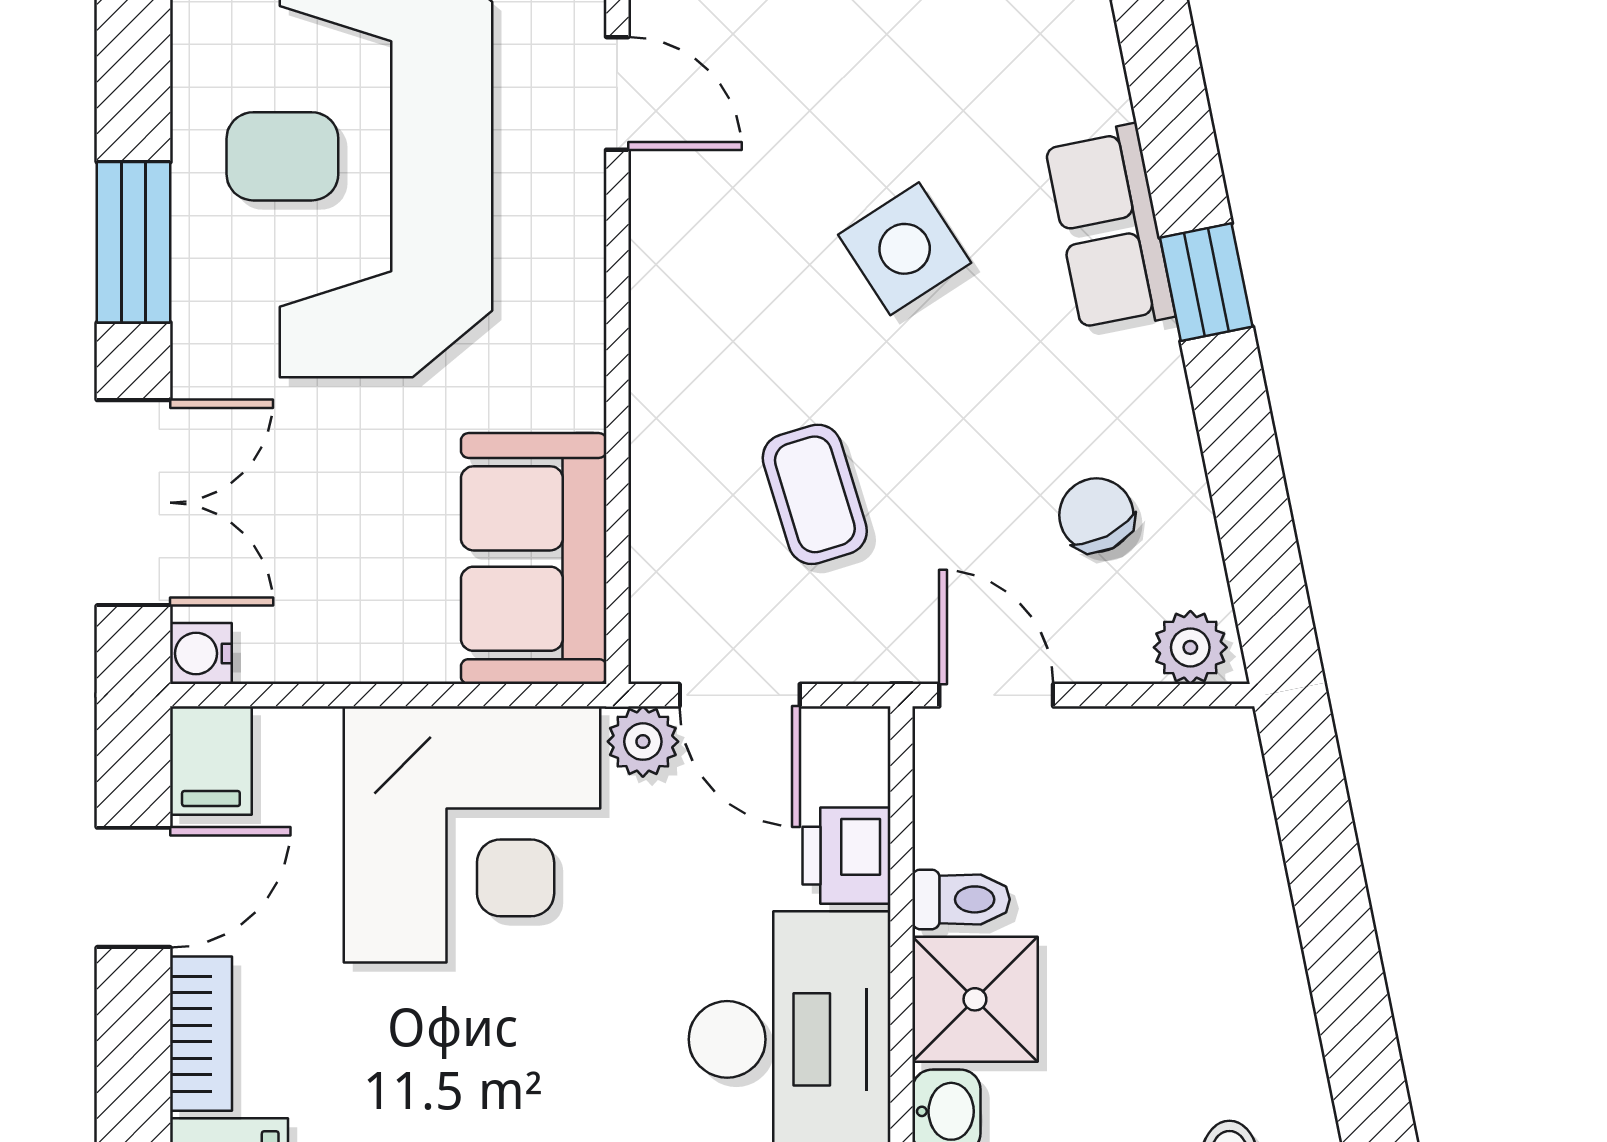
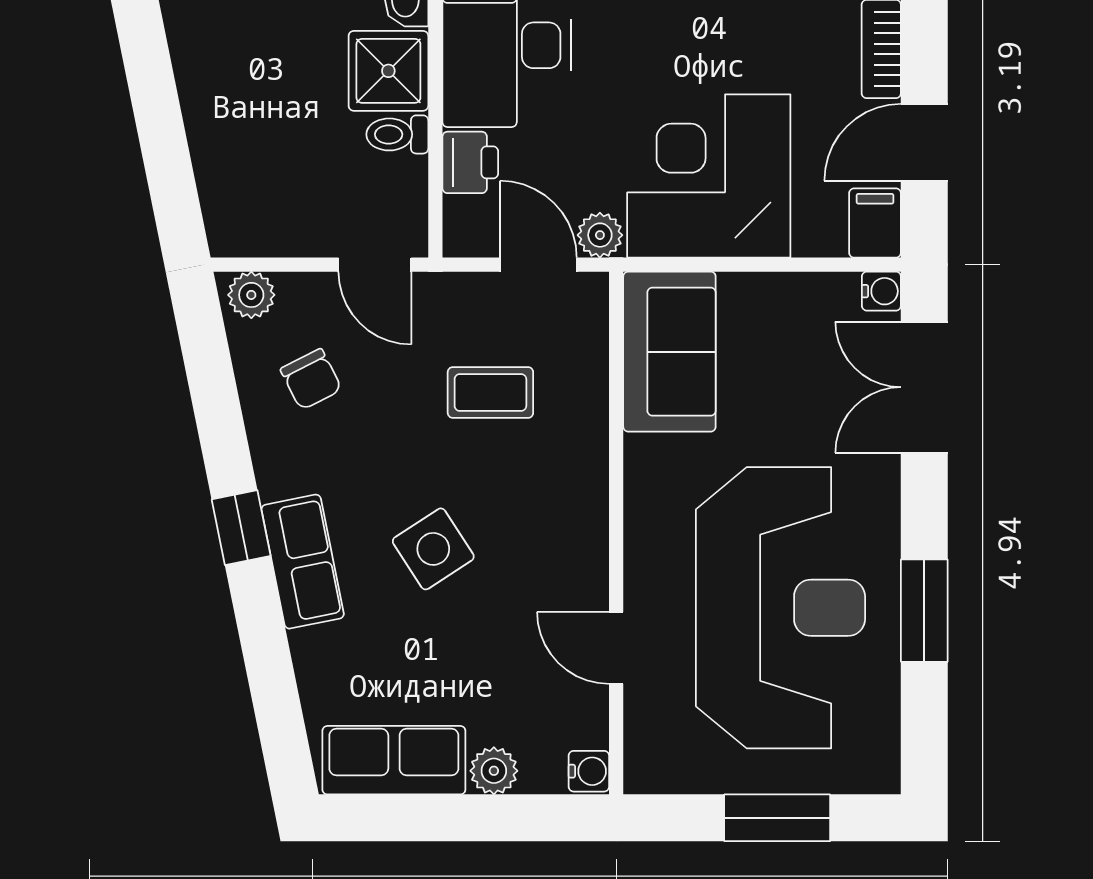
window: (134, 242) -> (924, 611), moved
coffee table: (815, 494) -> (490, 393), turned -73

